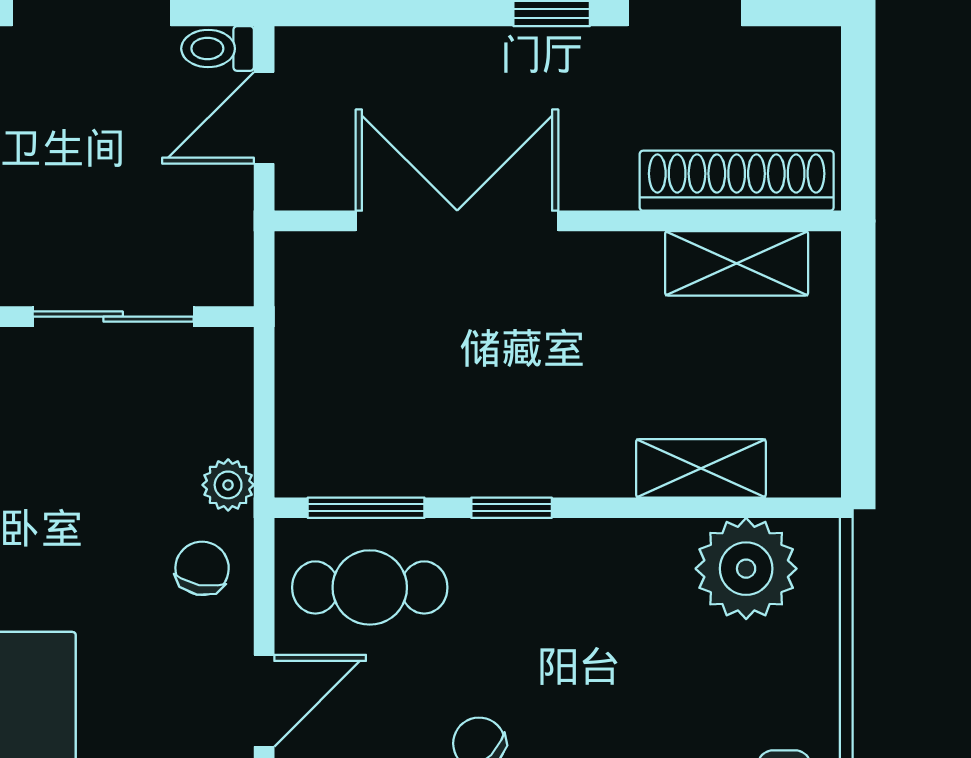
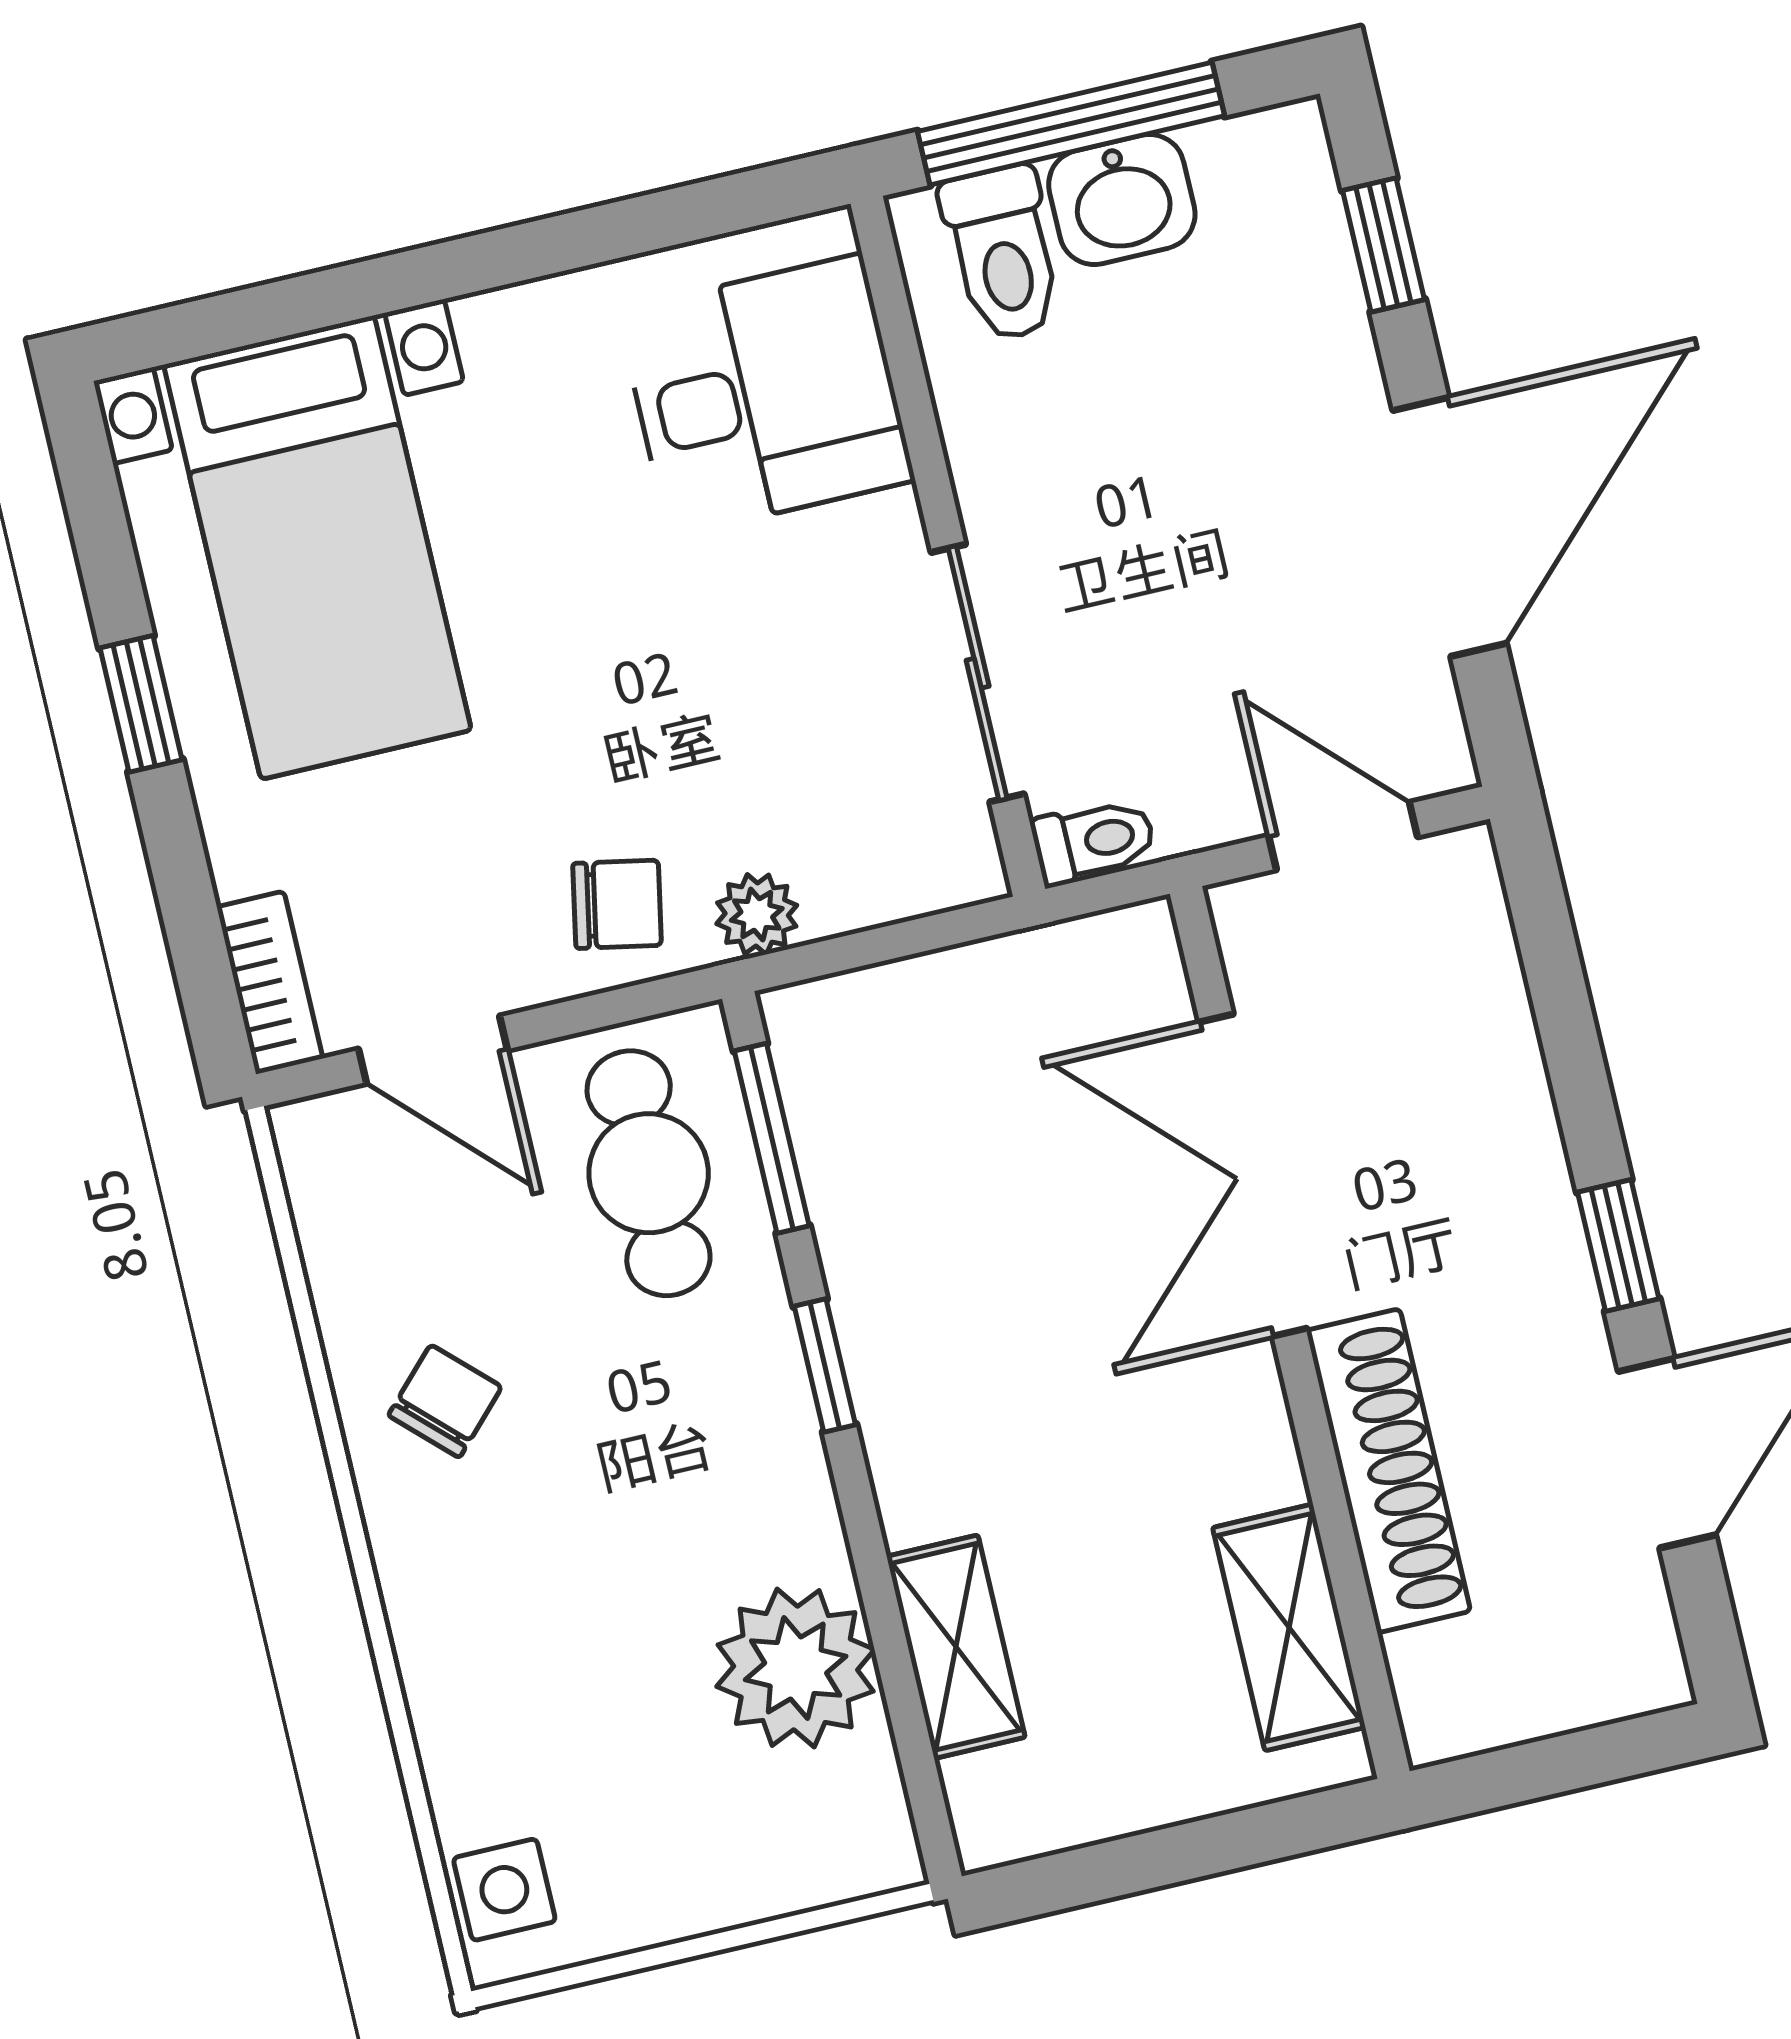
toilet: (218, 49) -> (1094, 841), moved, turned 90
shoe rack: (737, 181) -> (1388, 1471), moved
double door: (457, 221) -> (1253, 1175), swing flipped
plant: (746, 569) -> (796, 1668), moved

